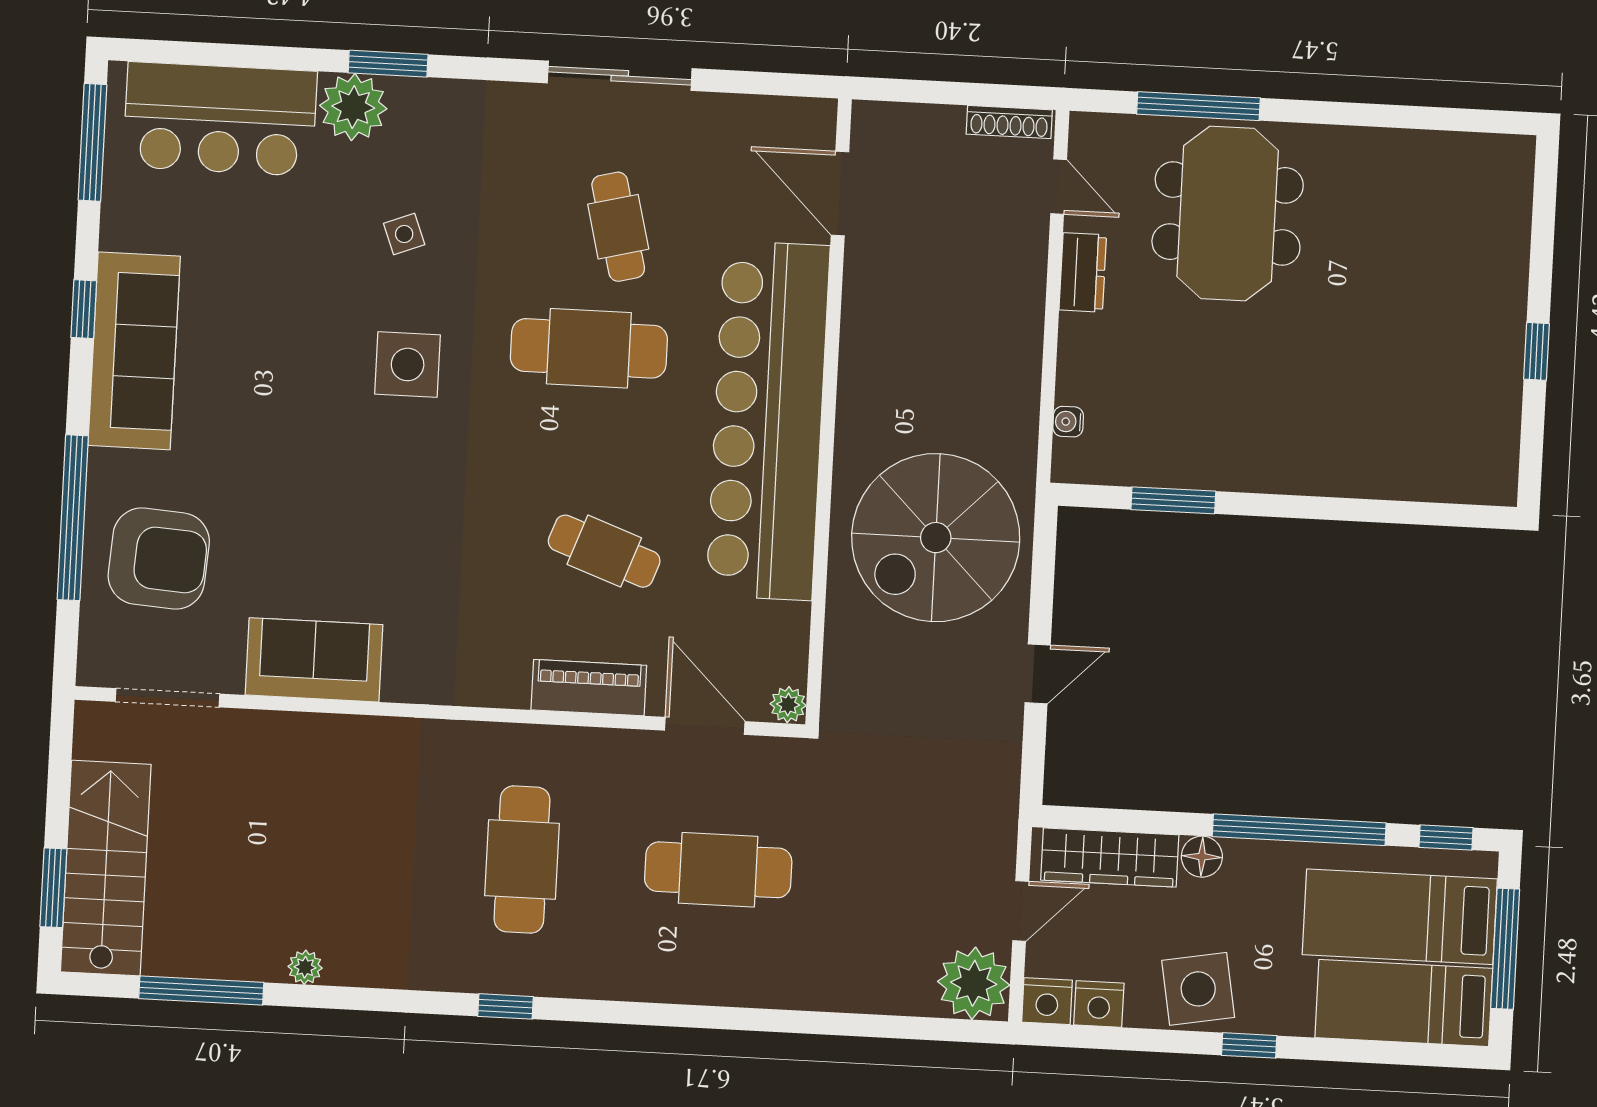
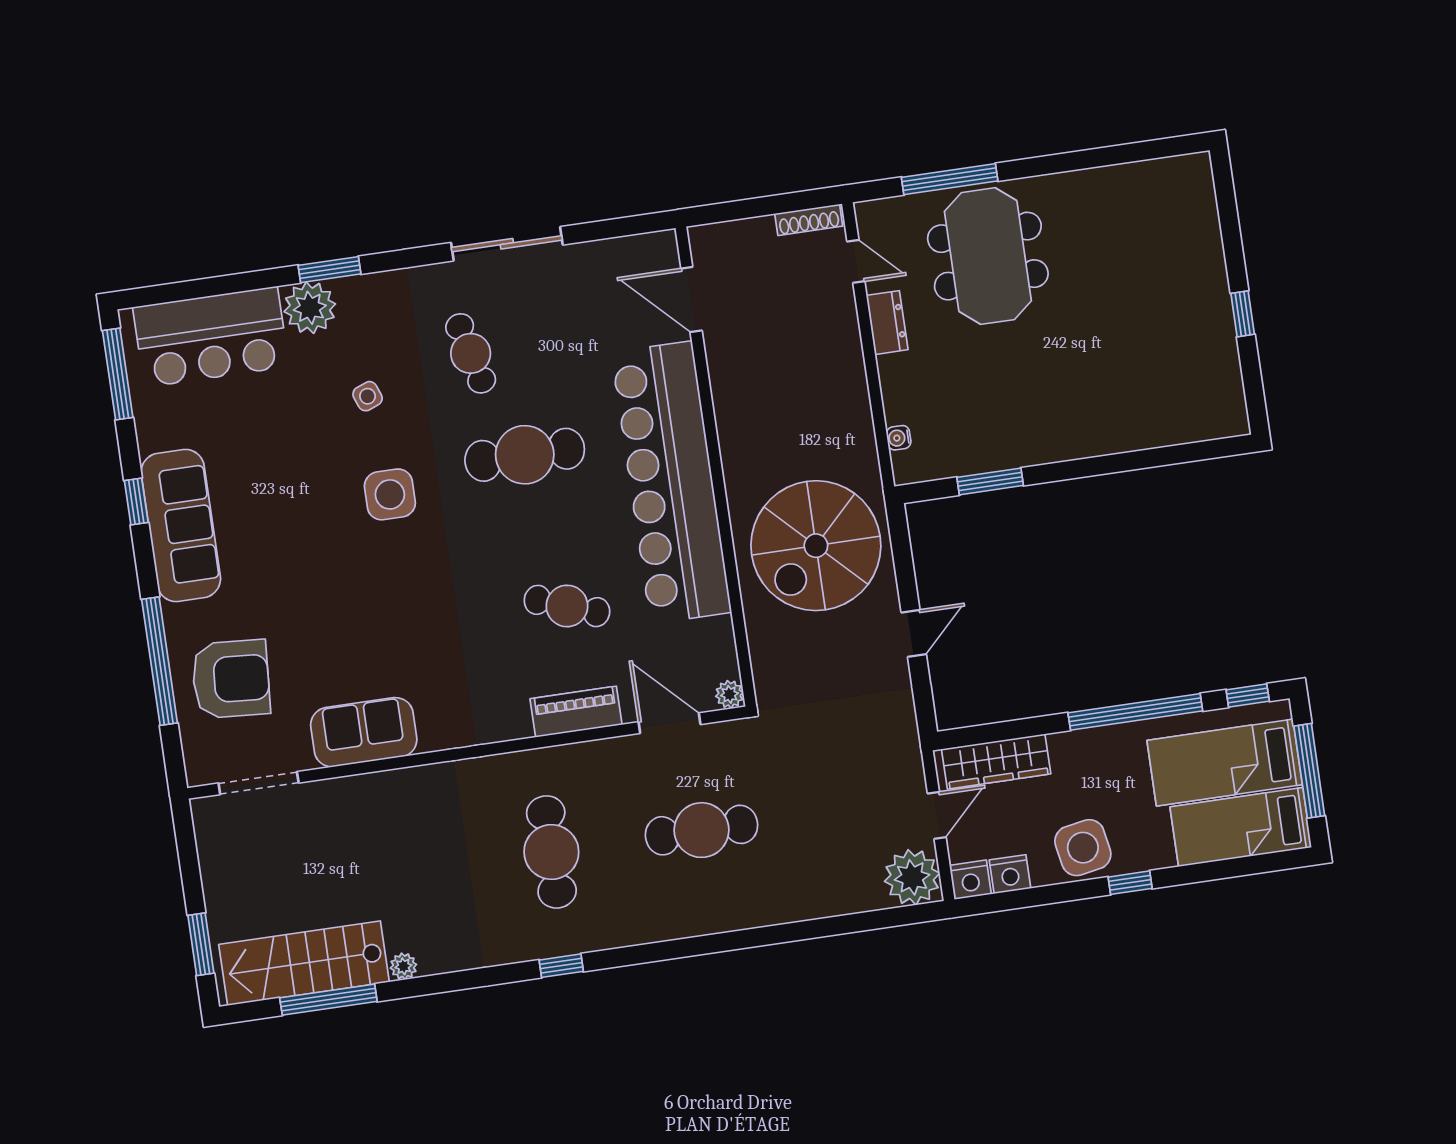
cafe table: (618, 227) -> (471, 353), moved
floor lamp: (1202, 857) -> (1066, 747), removed
stairs: (106, 868) -> (304, 963), moved, turned -90

